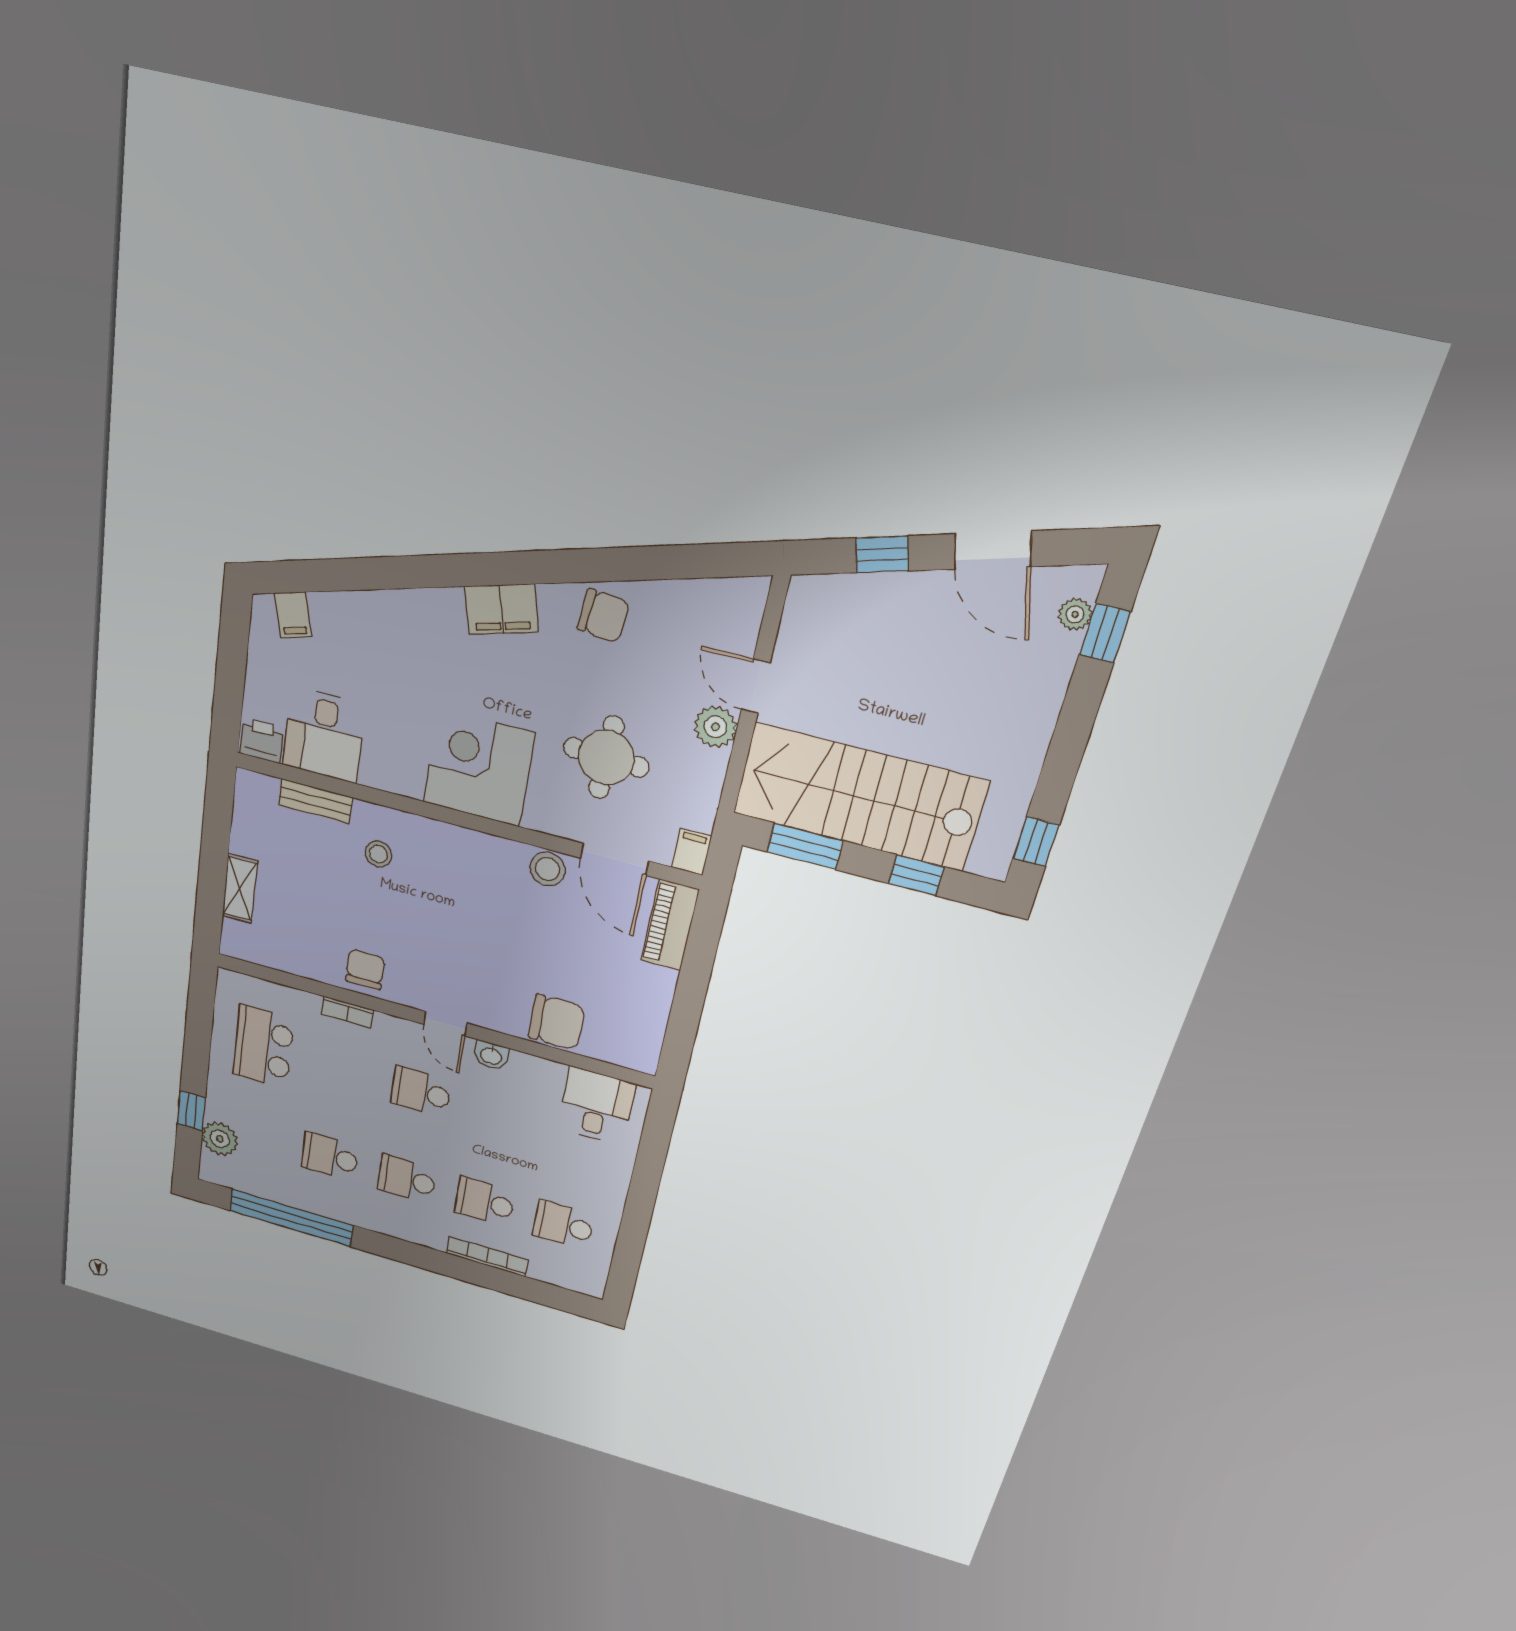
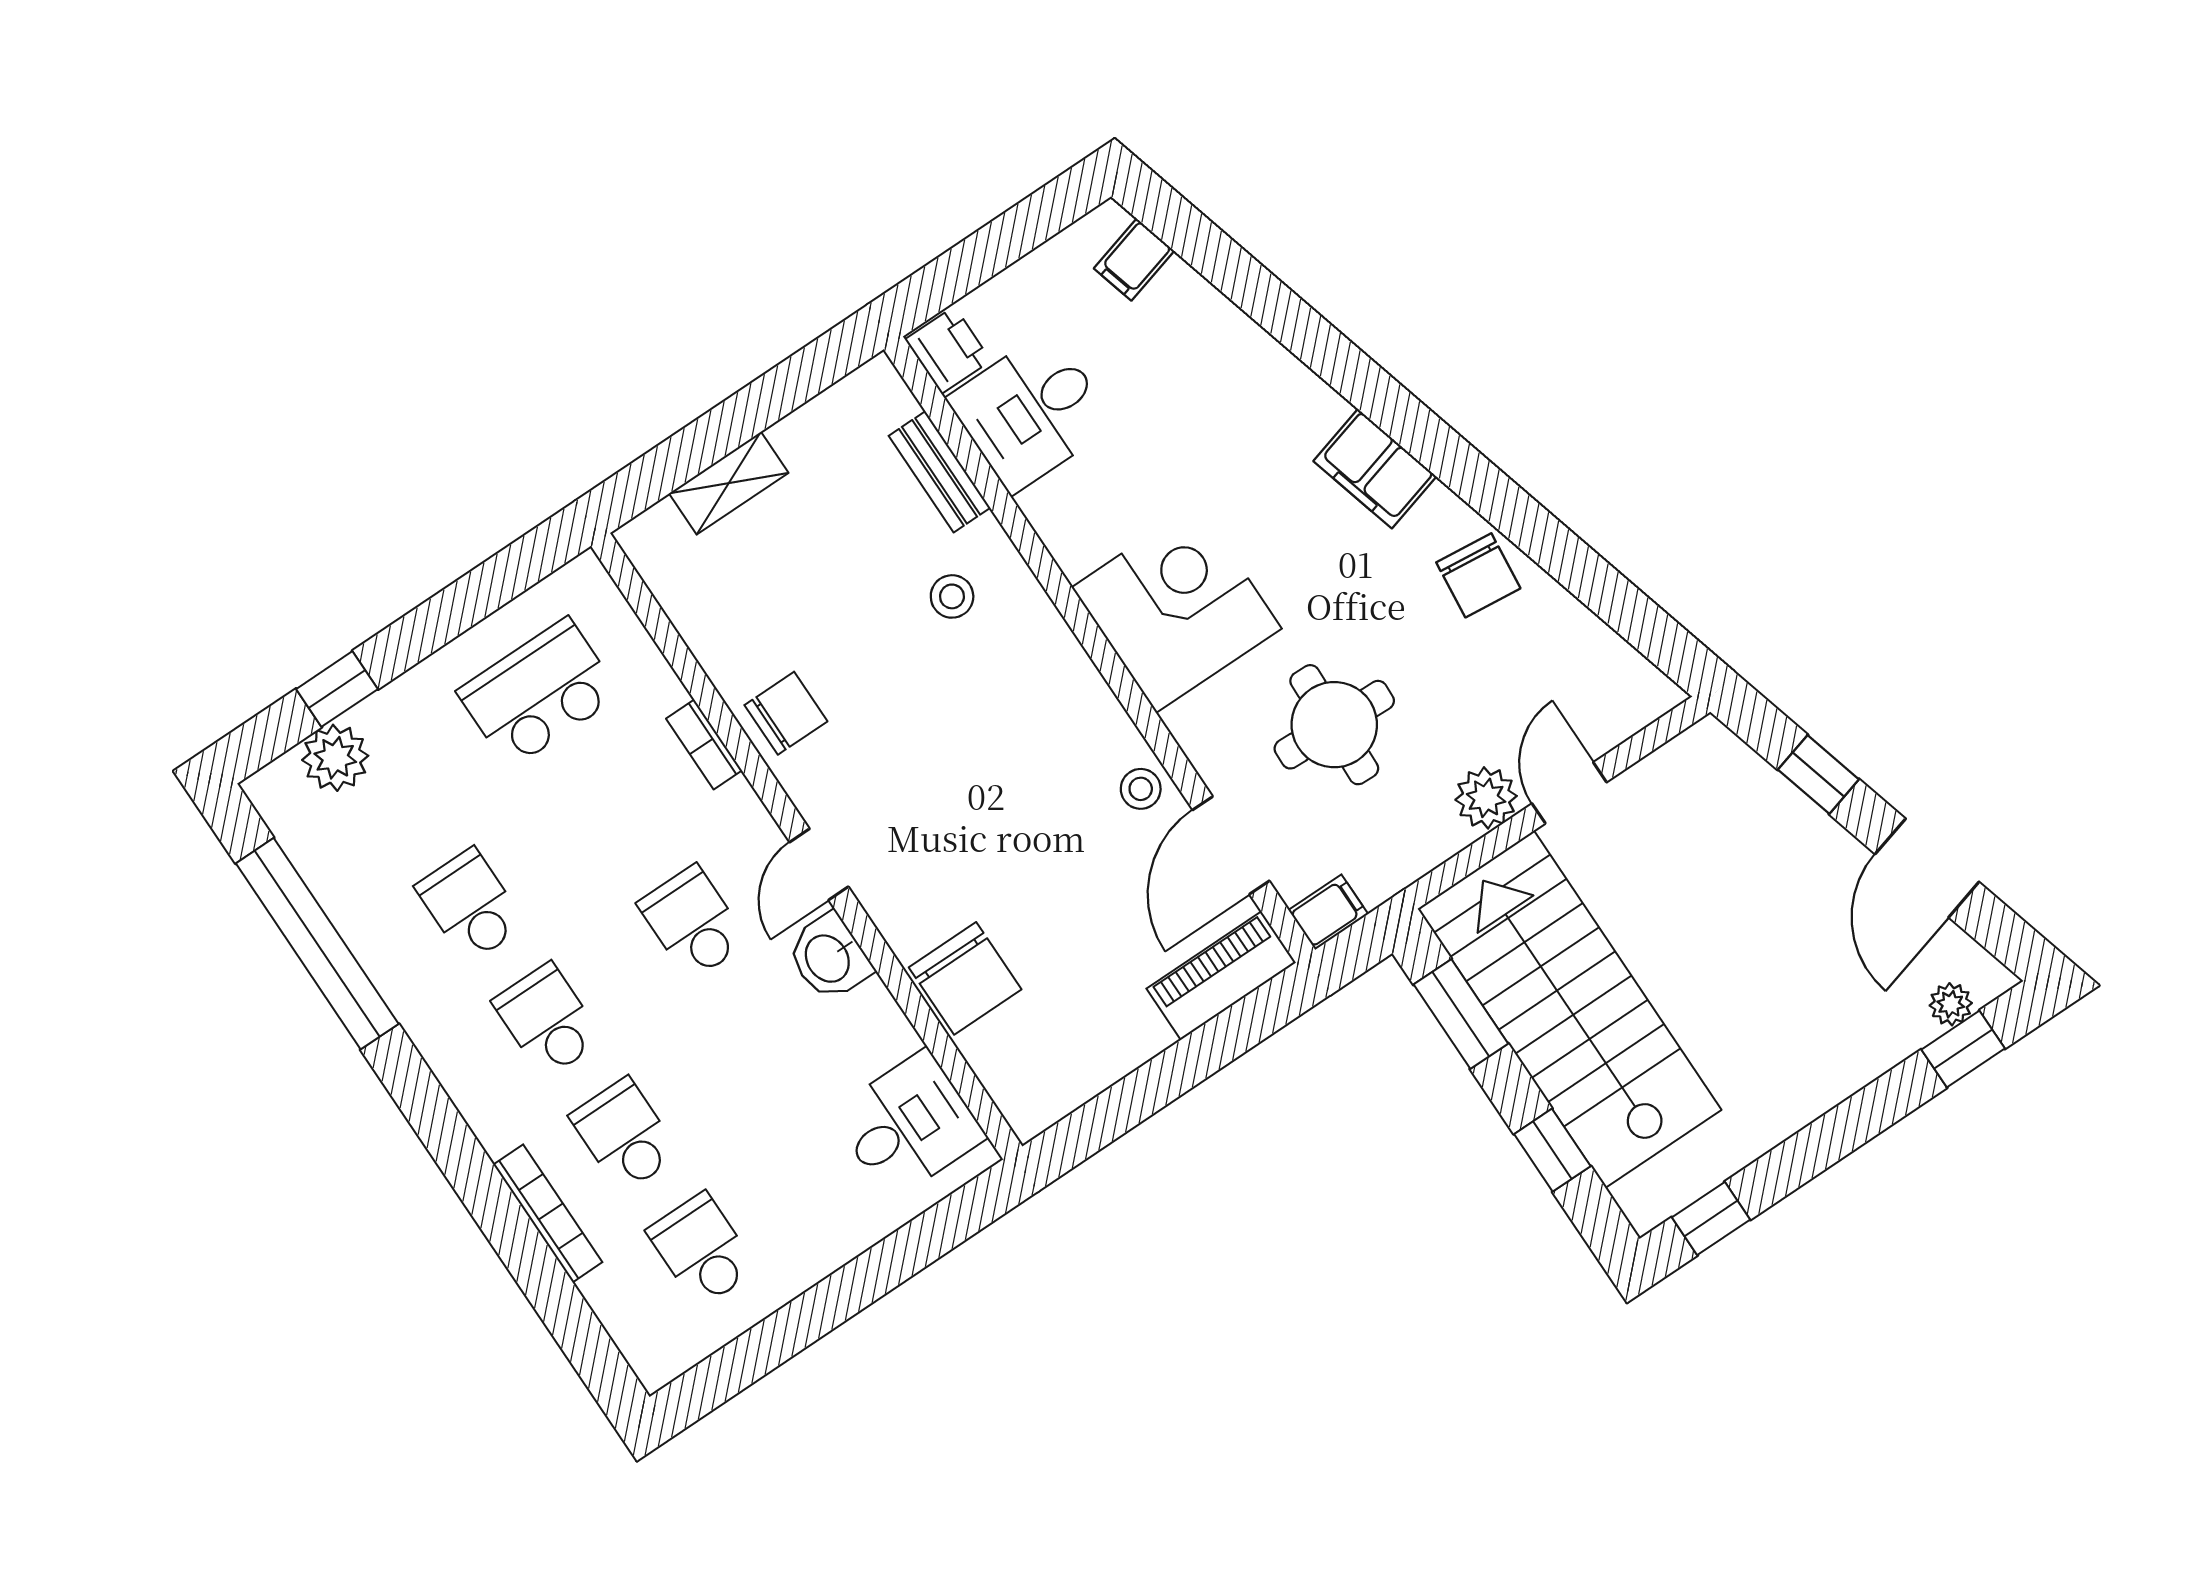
stool: (548, 869) -> (1141, 789), width x0.73, depth x0.73
washbasin: (491, 1055) -> (829, 957), width x1.38, depth x1.45

